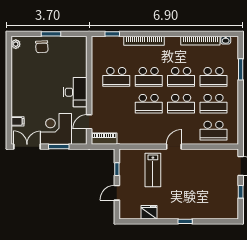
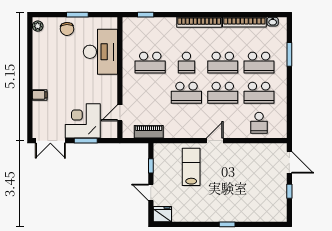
bookcase: (144, 41) -> (199, 22), moved
school desk: (149, 77) -> (186, 63), width x0.54
desk: (75, 92) -> (100, 52), moved, width x1.36, depth x1.30
filing cabinet: (17, 121) -> (40, 95), moved
school desk: (213, 131) -> (259, 123), width x0.54
piano: (104, 139) -> (149, 132), moved
double door: (27, 147) -> (50, 141), swing flipped
lab bench: (153, 170) -> (191, 167), turned 180
door: (117, 193) -> (151, 192), hinge flipped
fridge: (149, 212) -> (162, 214), moved

